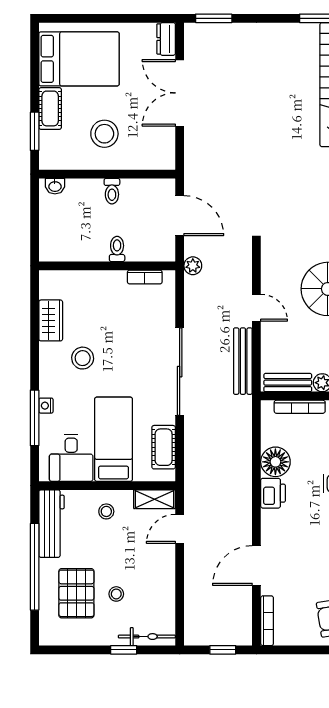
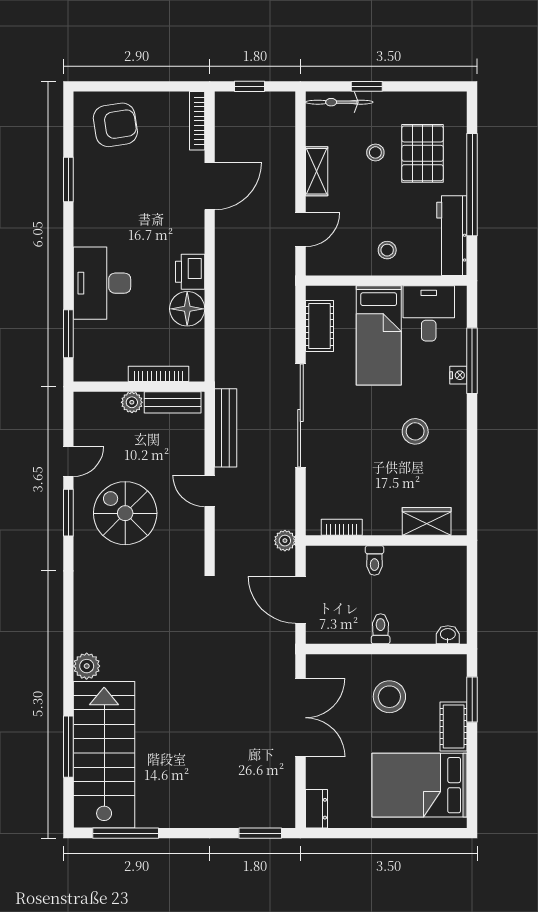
double door: (180, 93) -> (300, 718), moved
wardrobe: (51, 320) -> (427, 521), moved, turned 90
shelving: (155, 499) -> (317, 171), moved, turned 90

